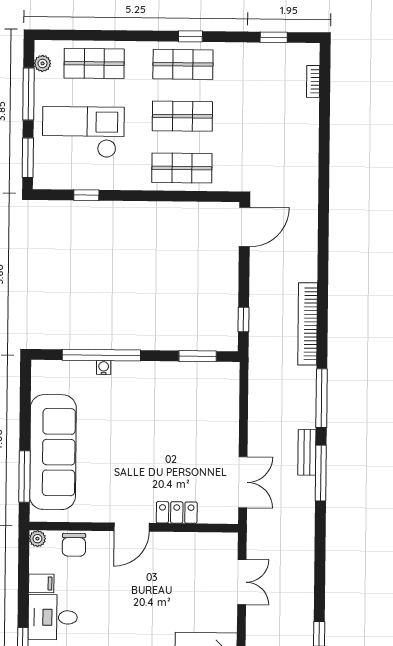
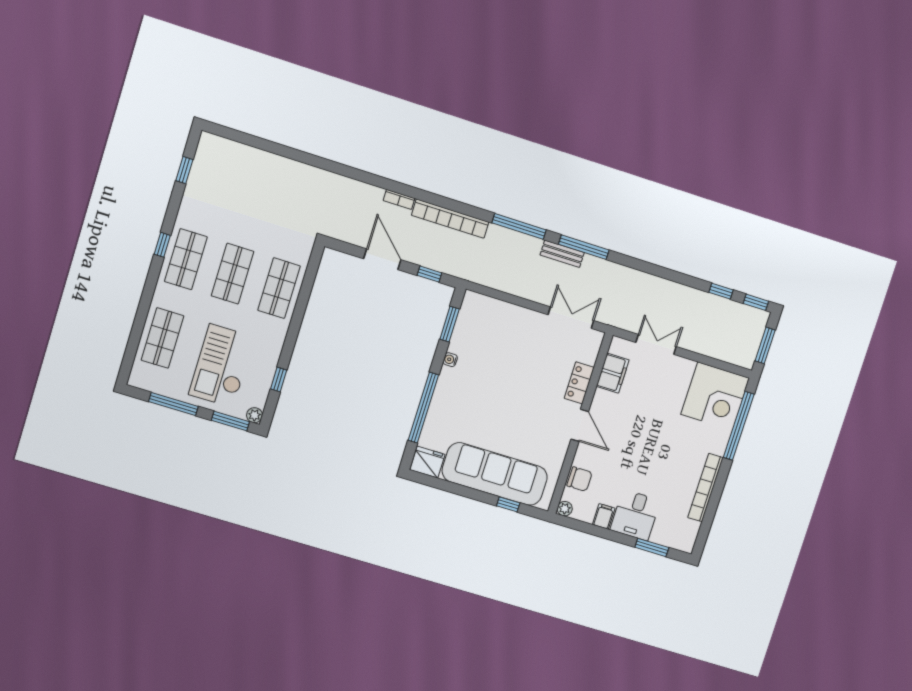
plant: (43, 63) -> (254, 415), moved
bookcase: (313, 81) -> (399, 199), moved
door: (244, 227) -> (382, 259), moved
water cooler: (104, 367) -> (450, 360), moved
fridge: (45, 377) -> (427, 462), added
window: (24, 476) -> (508, 504), width x0.46
filing cabinet: (198, 545) -> (613, 373), added

